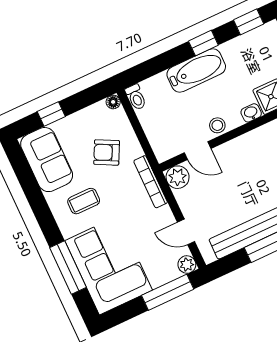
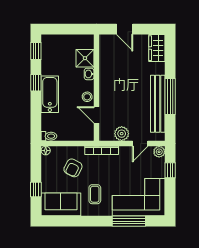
door: (198, 151) -> (96, 115), swing flipped
plant: (178, 177) -> (122, 134), moved
window: (168, 292) -> (170, 170), width x0.46

